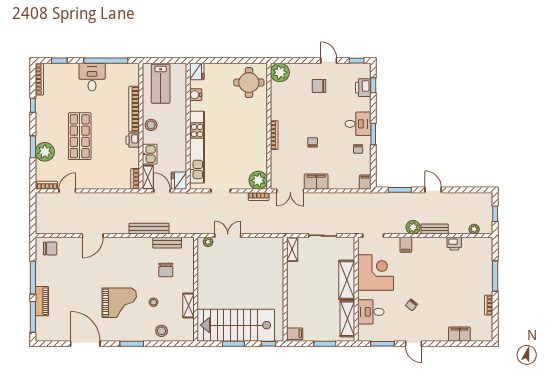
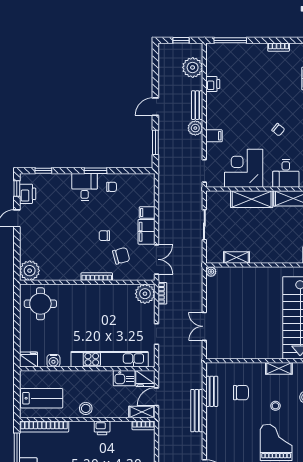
chair: (319, 86) -> (121, 256), moved, turned -105
printer: (363, 88) -> (28, 194), moved, turned -90
bookcase: (134, 109) -> (44, 427), moved
kitchen sink: (150, 154) -> (124, 378), moved, turned 180
filing cabinet: (365, 182) -> (147, 212), moved
plant: (474, 229) -> (193, 67), width x1.88, depth x1.88
plant: (208, 242) -> (211, 272), moved
shelving: (292, 249) -> (236, 258), moved
window: (495, 276) -> (230, 40), moved

